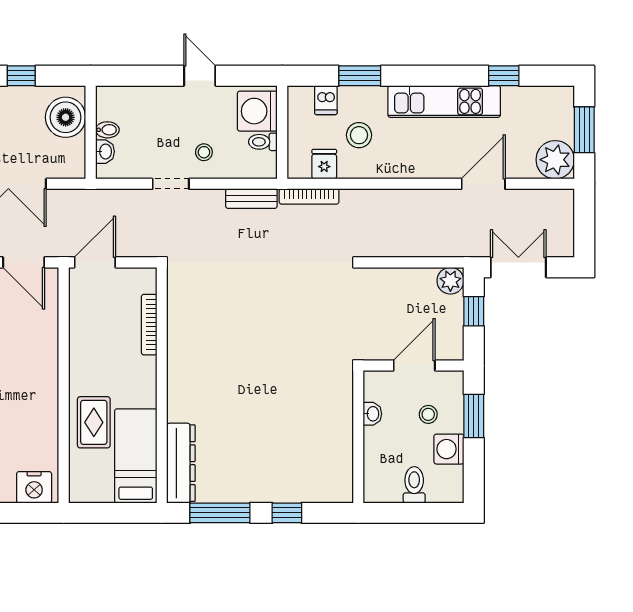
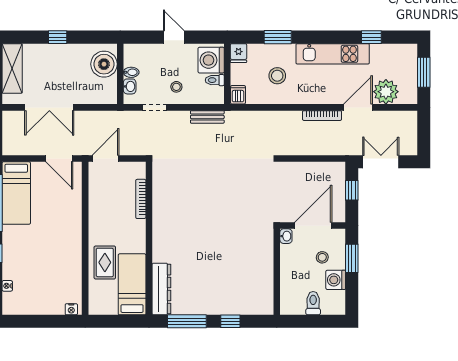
dishwasher: (326, 100) -> (238, 95), moved, turned 180
boiler: (66, 117) -> (104, 64), moved
bidet: (107, 130) -> (131, 72), moved
wall: (91, 132) -> (120, 74), moved
washbasin: (105, 152) -> (130, 86), moved
plant: (555, 160) -> (386, 92), moved
fridge: (324, 164) -> (239, 53), moved, turned 180
bookcase: (309, 196) -> (322, 116), moved
plant: (450, 281) -> (337, 170), removed
door: (414, 366) -> (313, 226), width x1.36
washbasin: (372, 414) -> (286, 236), moved
nightstand: (34, 487) -> (71, 309), width x0.53, depth x0.56

